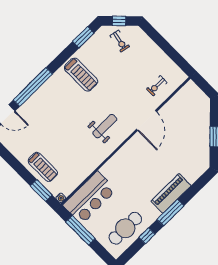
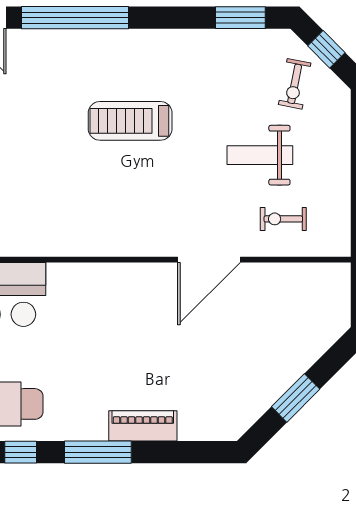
treadmill: (81, 75) -> (130, 121), moved, turned 90
weight bench: (105, 126) -> (260, 155), moved, turned 180
piano: (171, 193) -> (143, 426), width x0.73, depth x0.75

